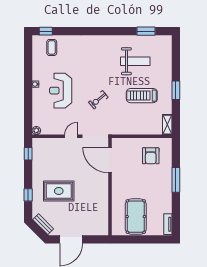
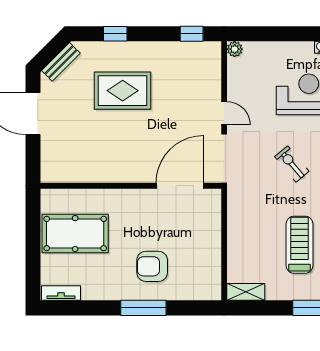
armchair: (151, 156) -> (152, 266), moved
rug: (59, 191) -> (123, 91), turned 90

